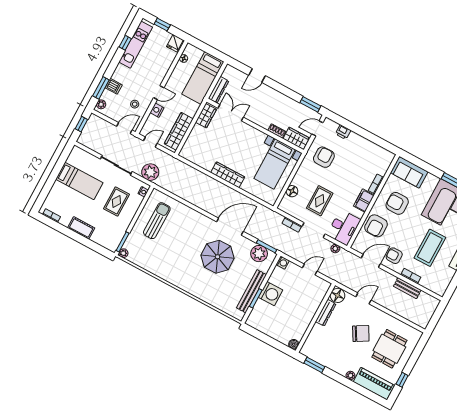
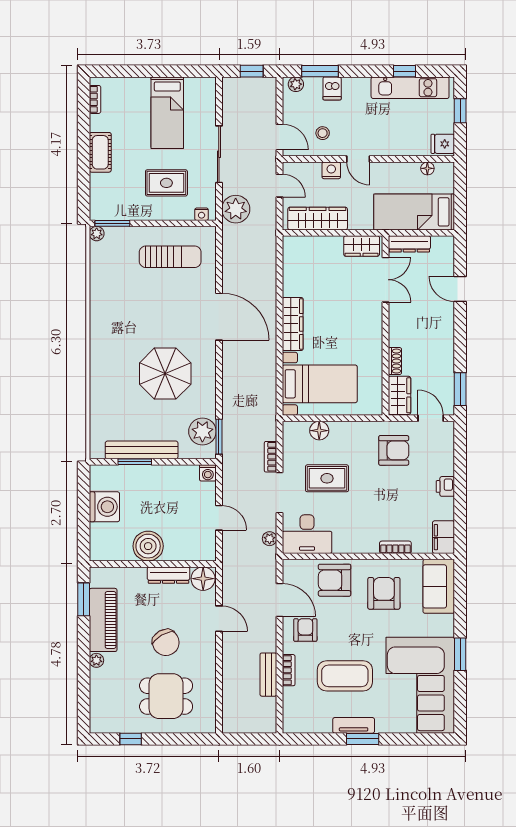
printer: (343, 132) -> (445, 486), moved
bed with nightstands: (275, 164) -> (320, 384), moved, turned 180
filing cabinet: (364, 201) -> (444, 537), moved, turned -90
door: (230, 227) -> (219, 317), moved
washing machine: (271, 294) -> (104, 507), moved, turned -90
boiler: (294, 344) -> (148, 546), moved, width x1.86, depth x1.86
piano: (374, 384) -> (103, 620), moved

